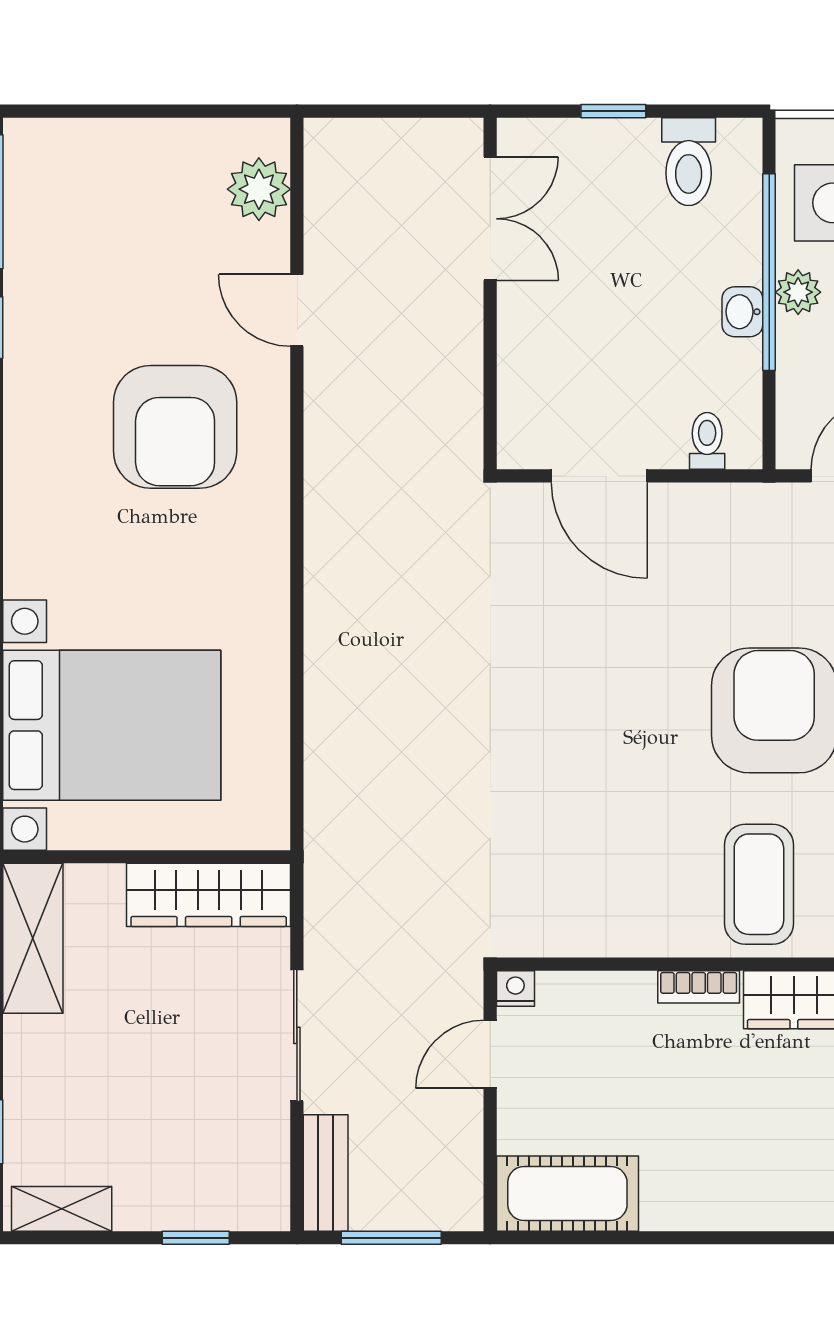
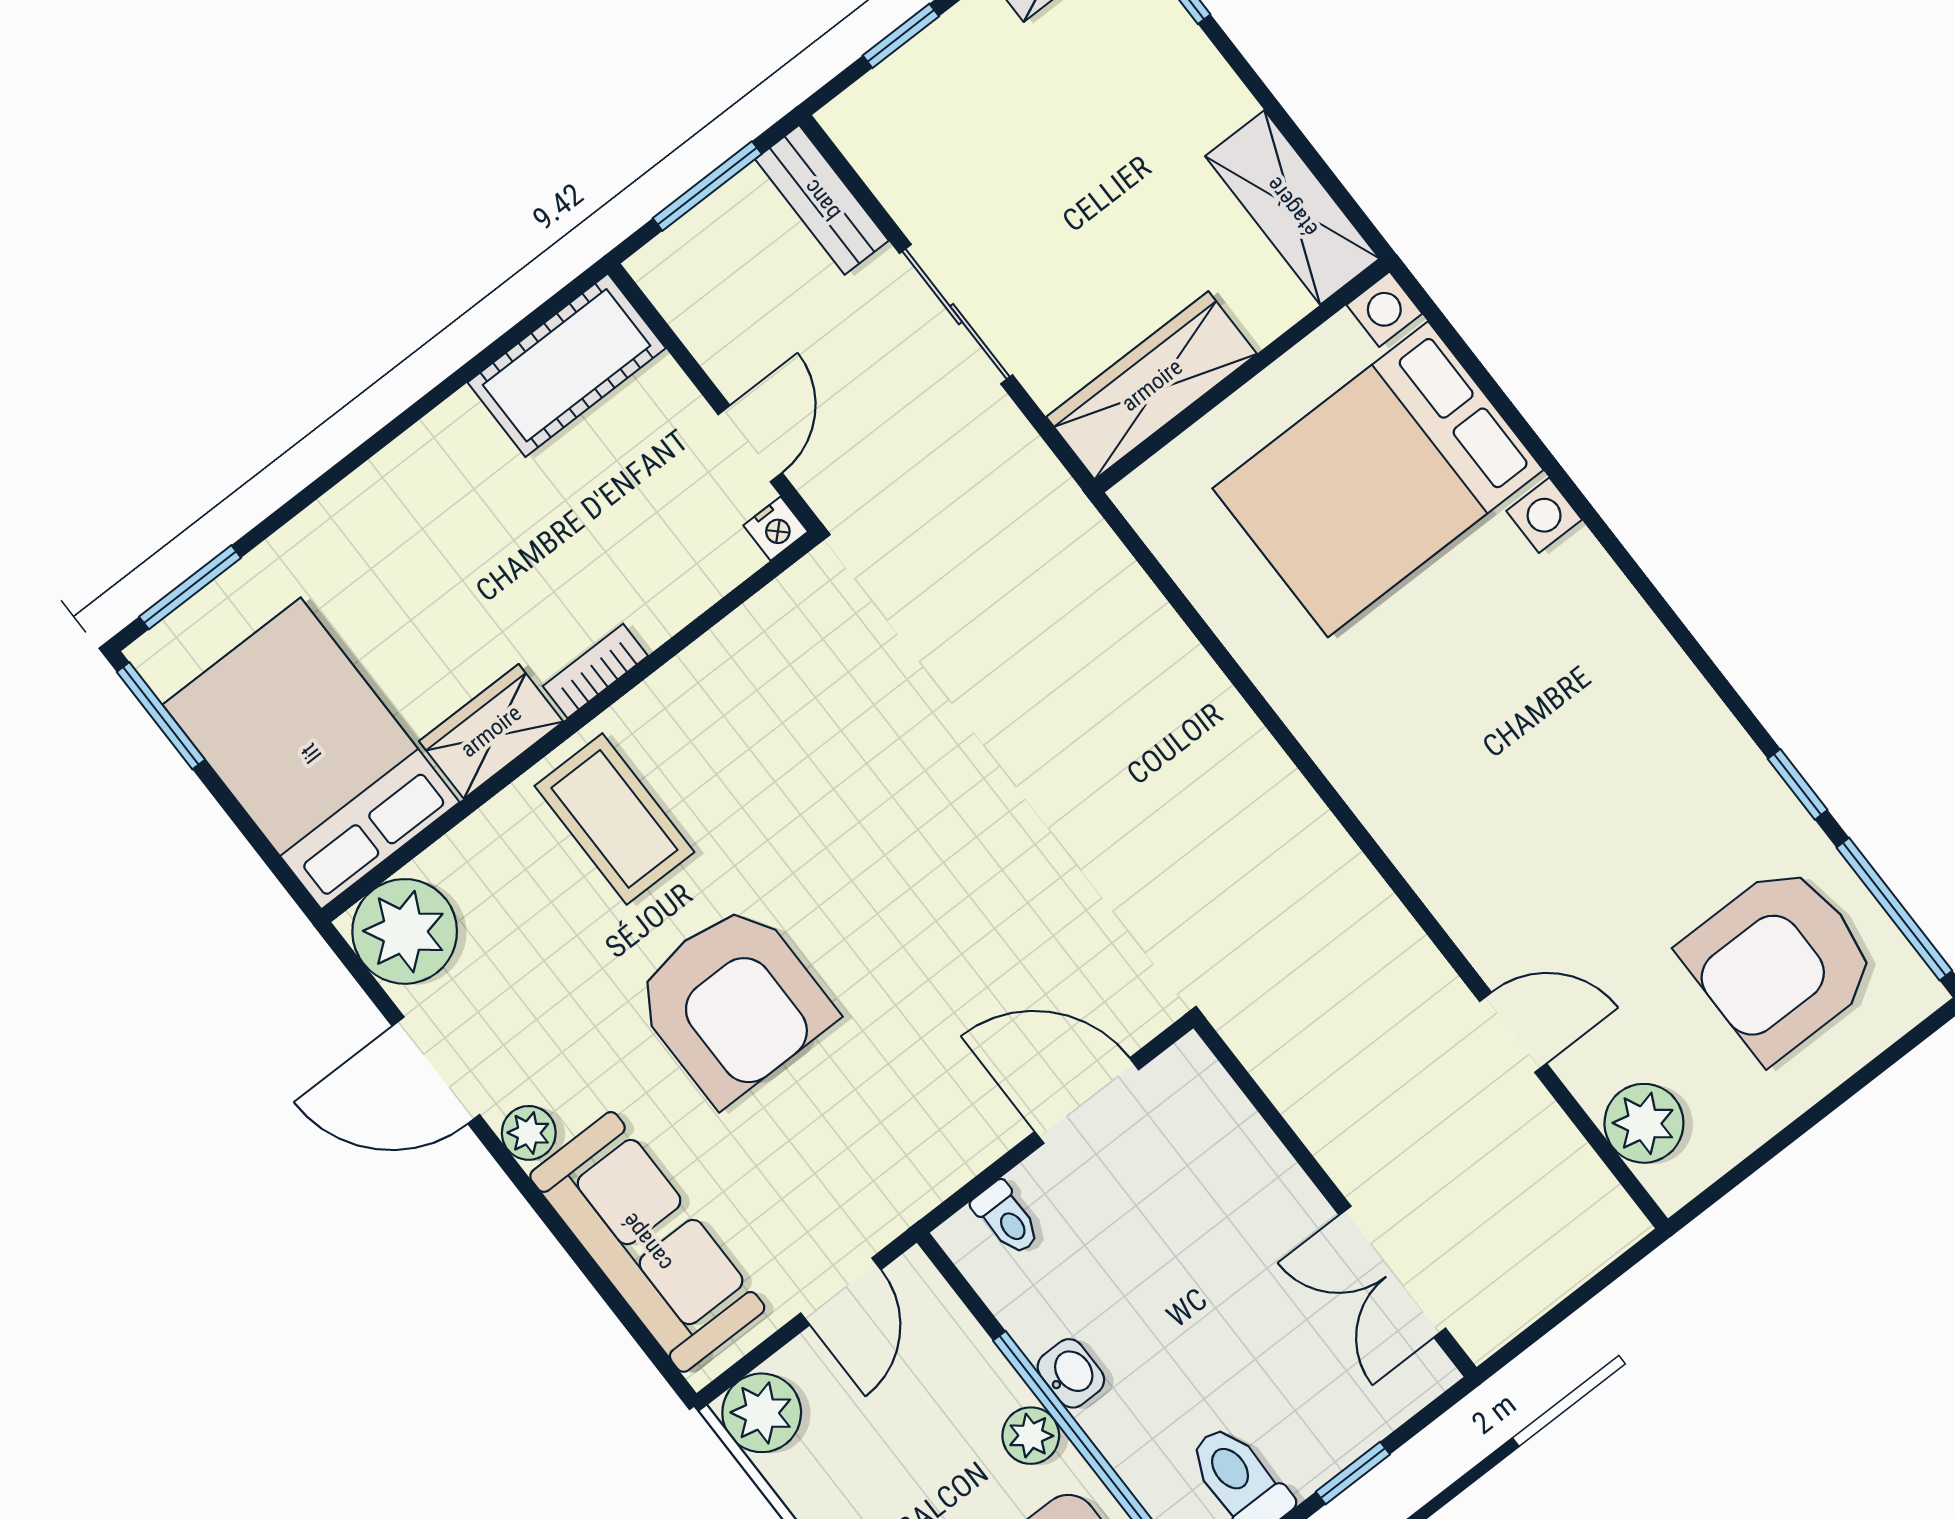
armchair: (175, 427) -> (1780, 962), moved, turned -90

